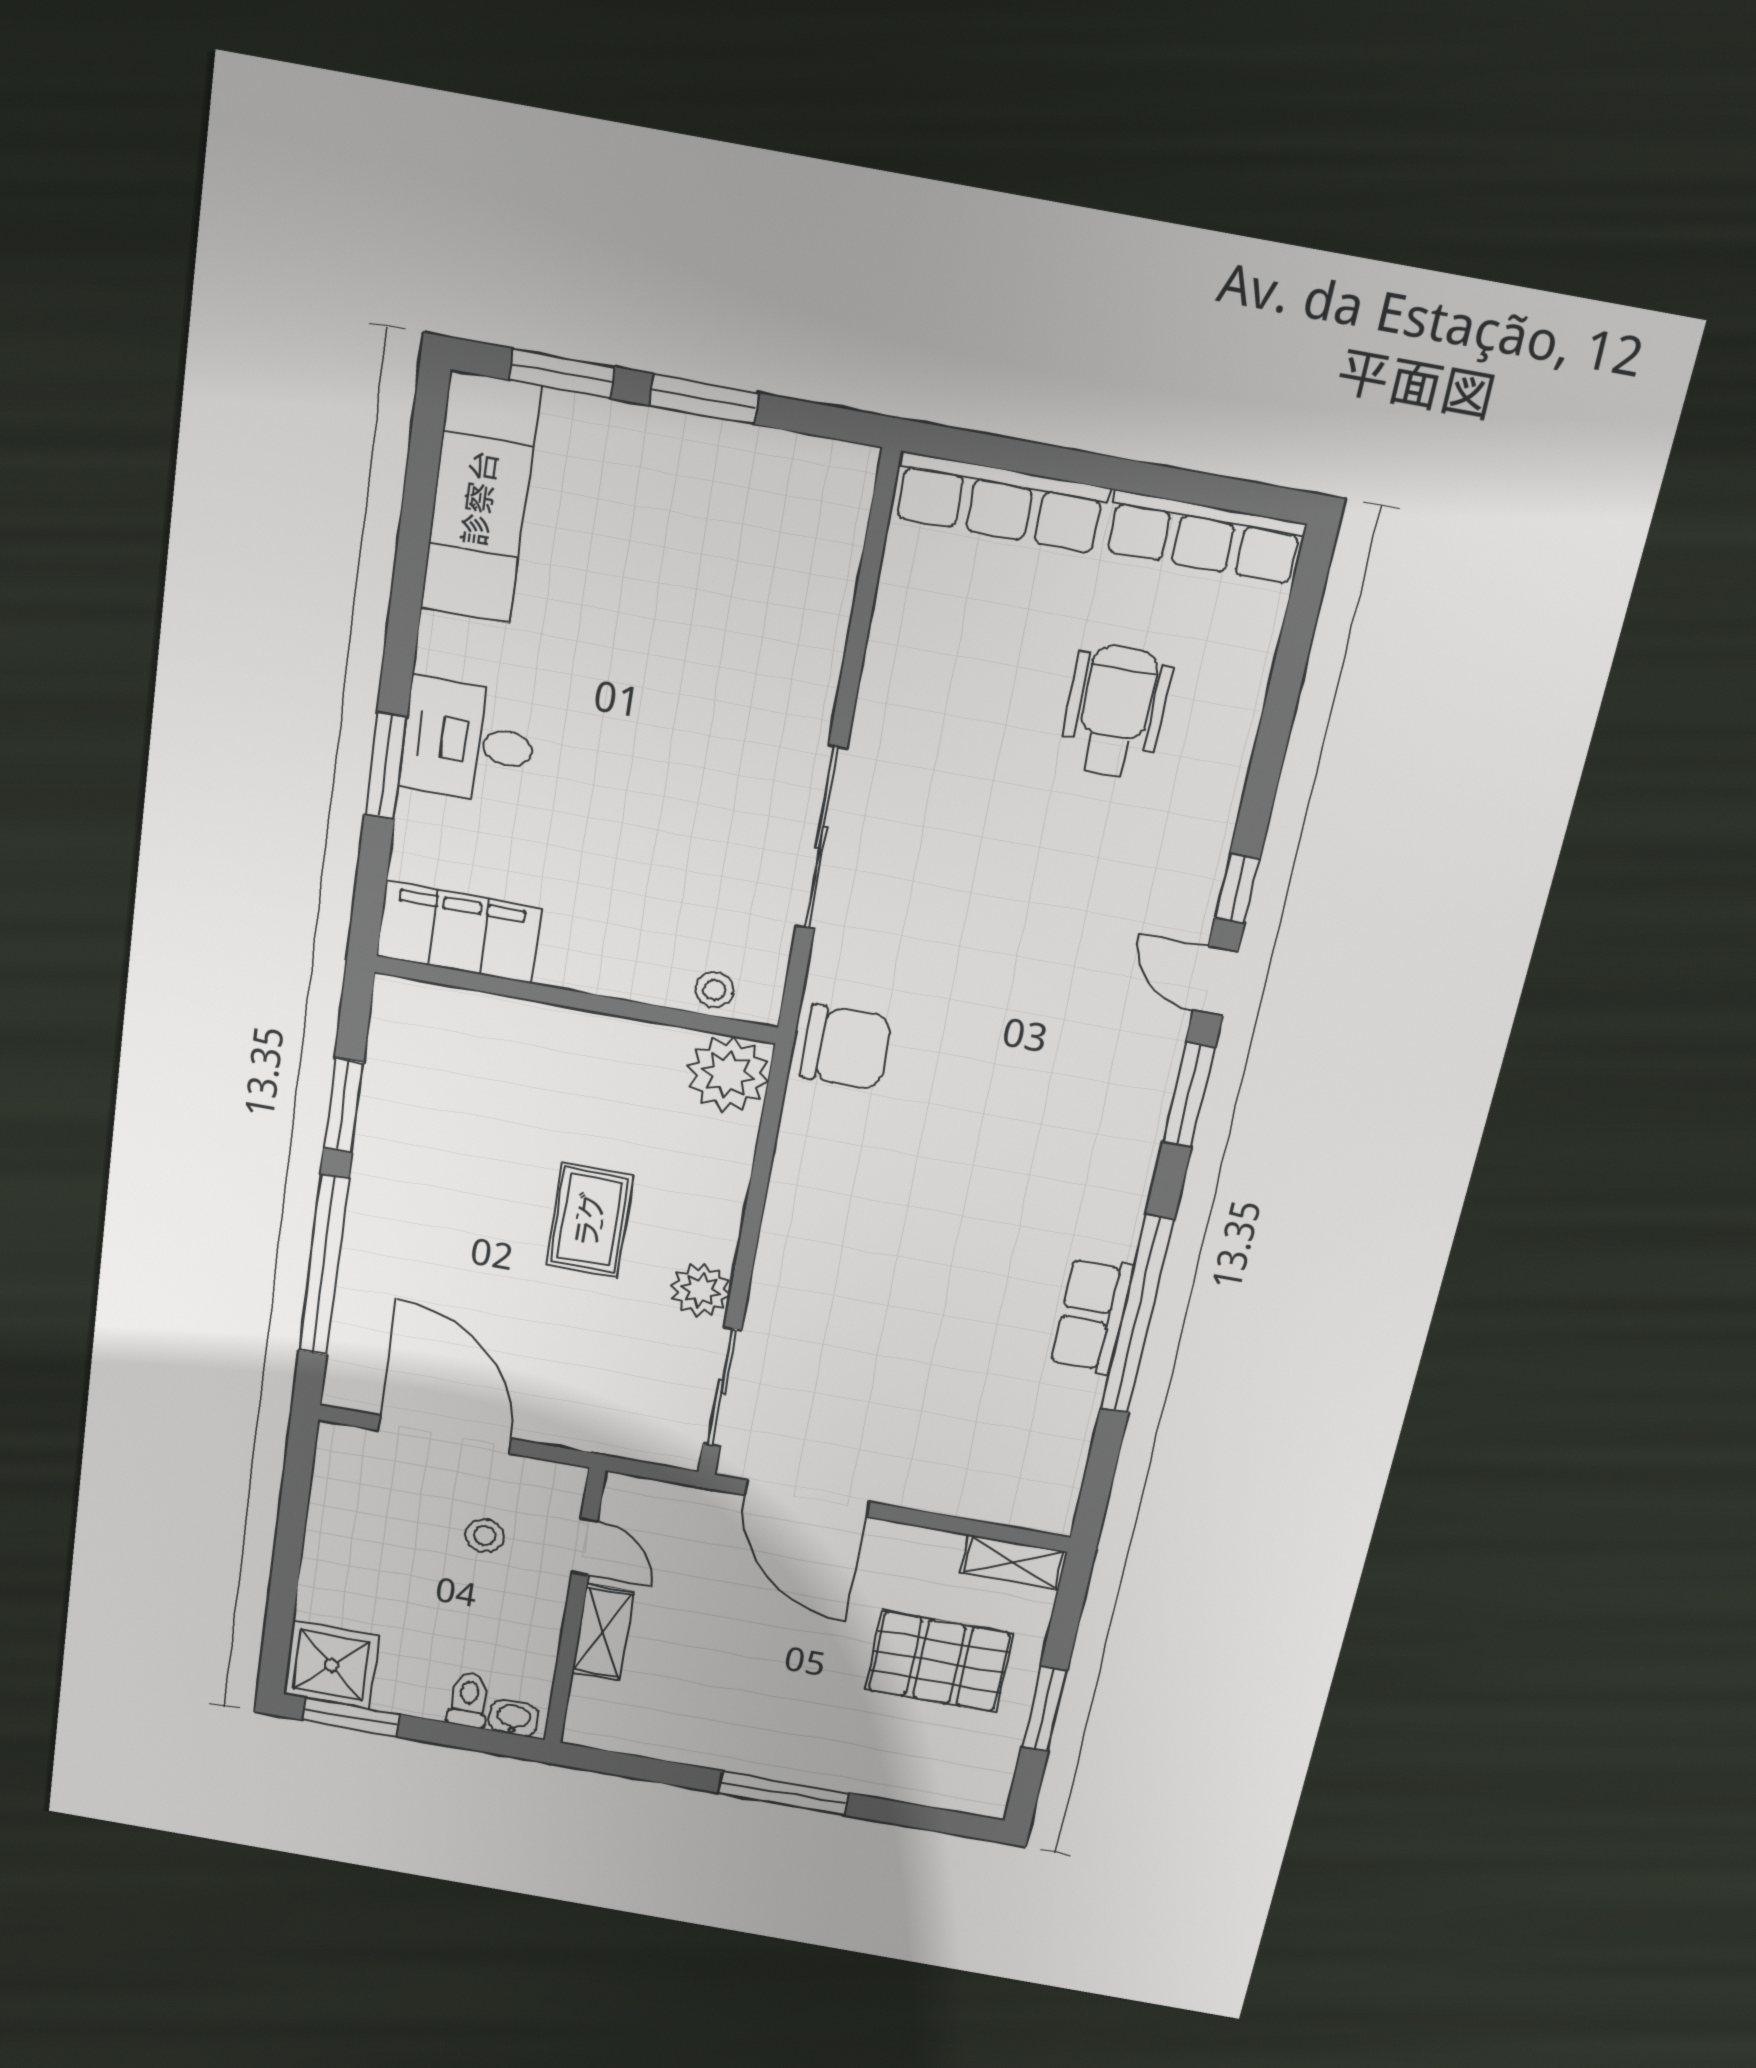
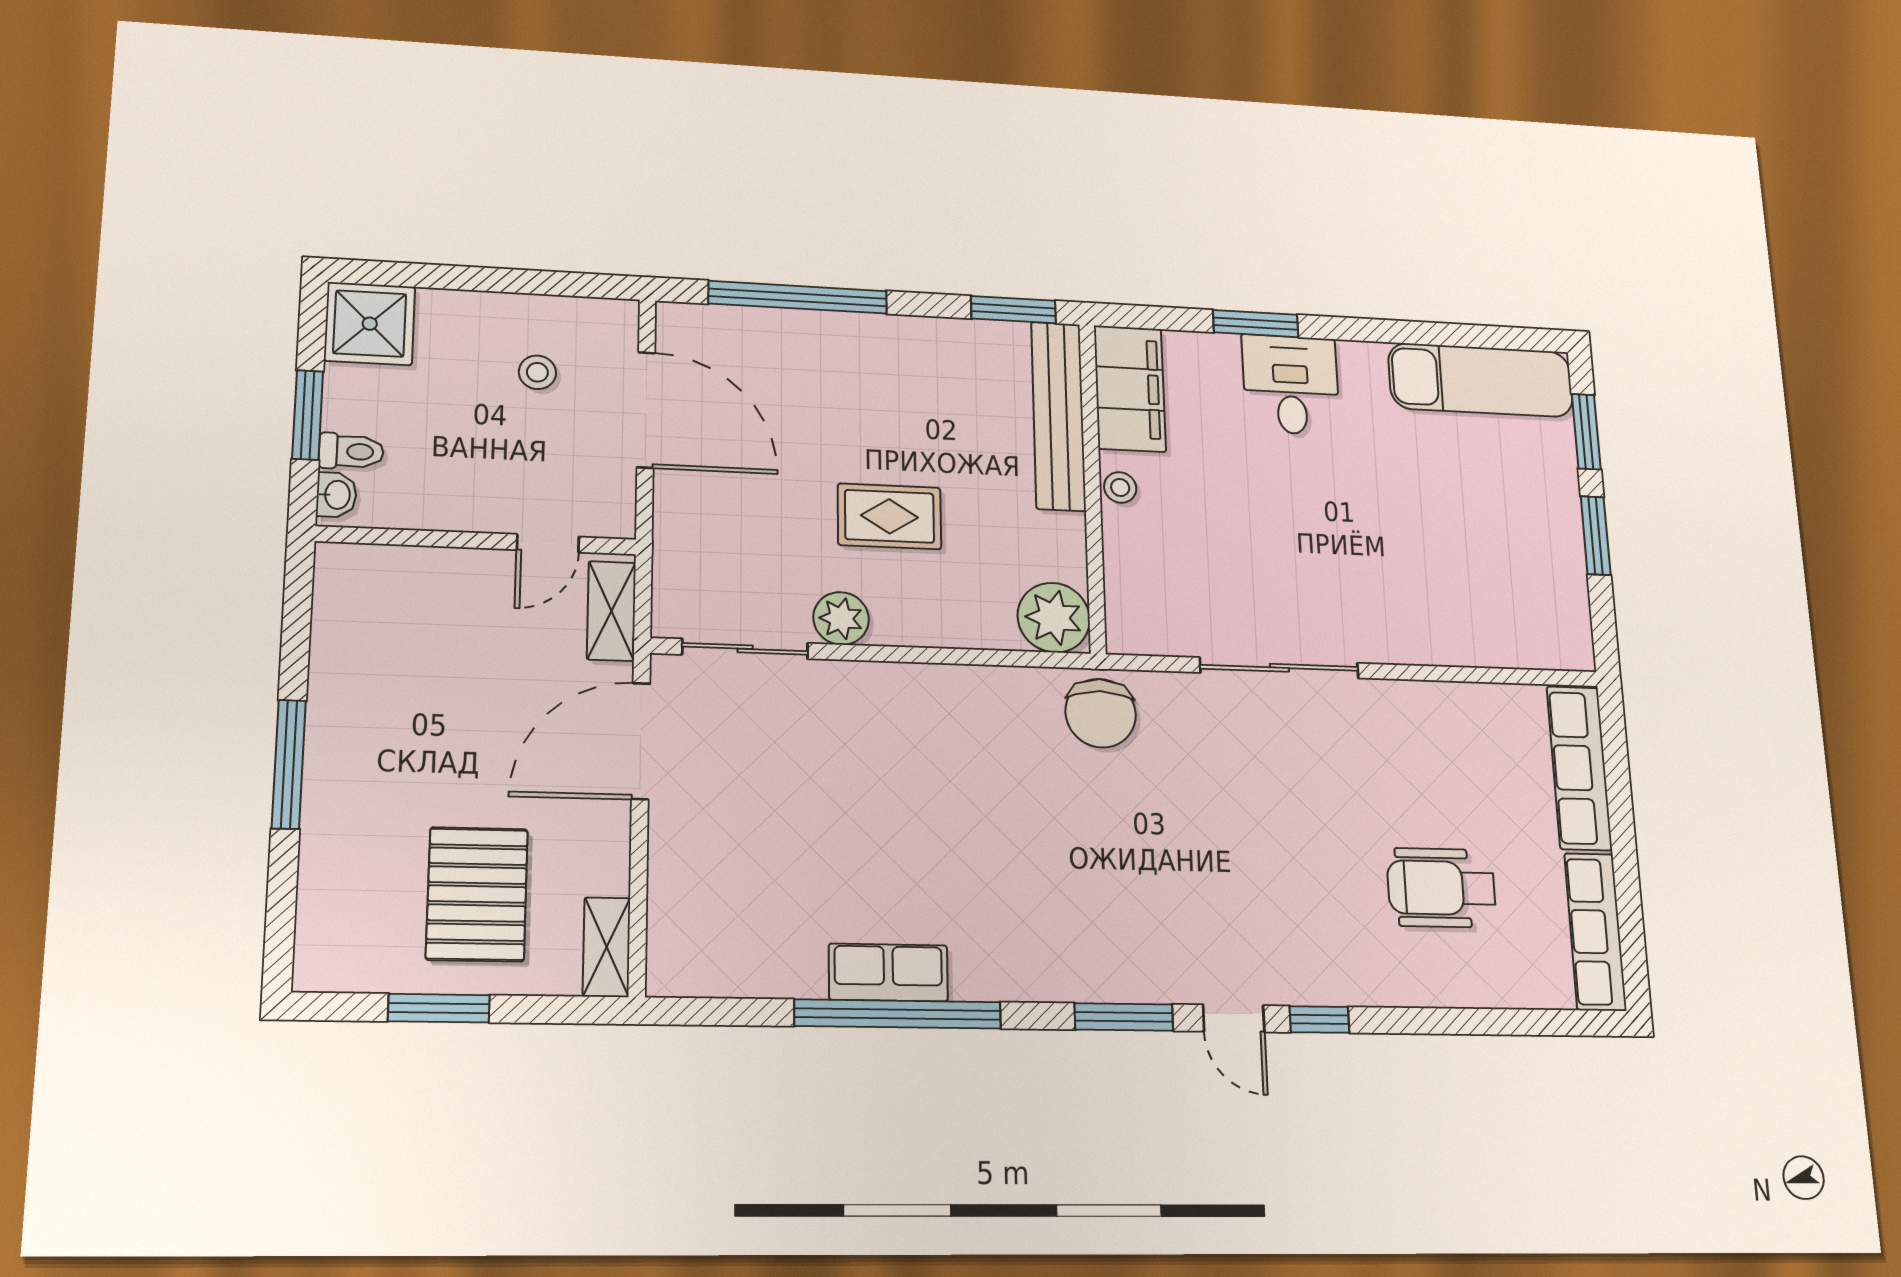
wheelchair: (1115, 712) -> (1441, 888), turned 180
door: (1215, 981) -> (1234, 1018), swing flipped
stool: (714, 990) -> (1120, 487), moved
bench: (486, 1019) -> (1058, 416), added
window: (343, 1105) -> (1013, 310), moved
door: (445, 1435) -> (646, 410), hinge flipped
stool: (485, 1535) -> (537, 372), moved
shelving: (603, 1632) -> (611, 611), moved, turned 90
window: (351, 1717) -> (308, 415), moved

